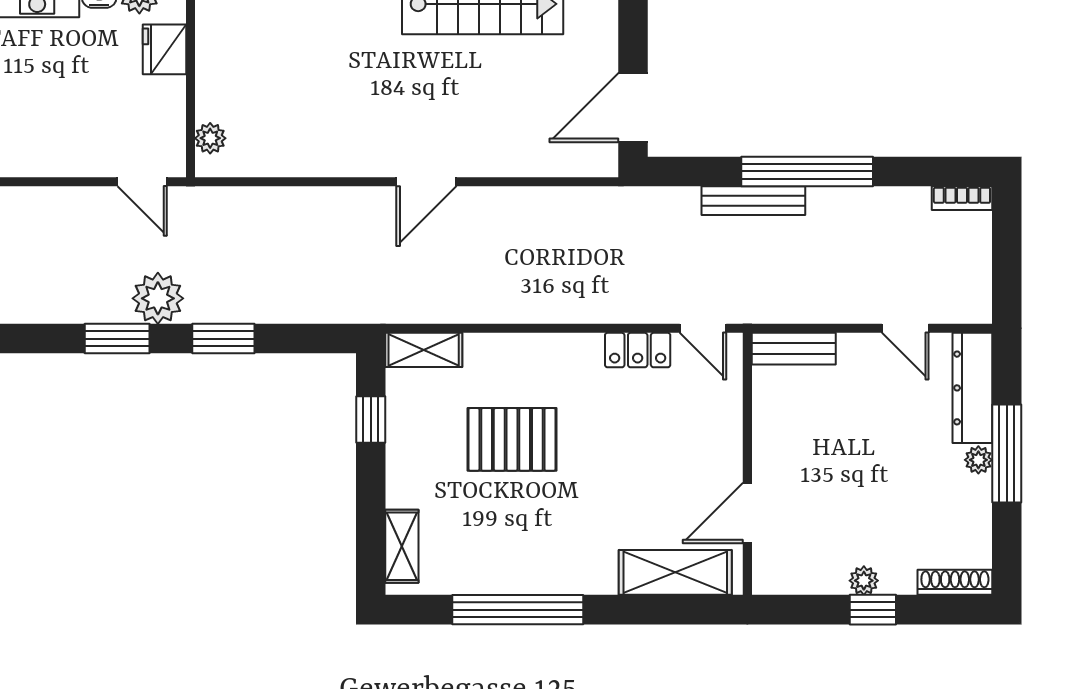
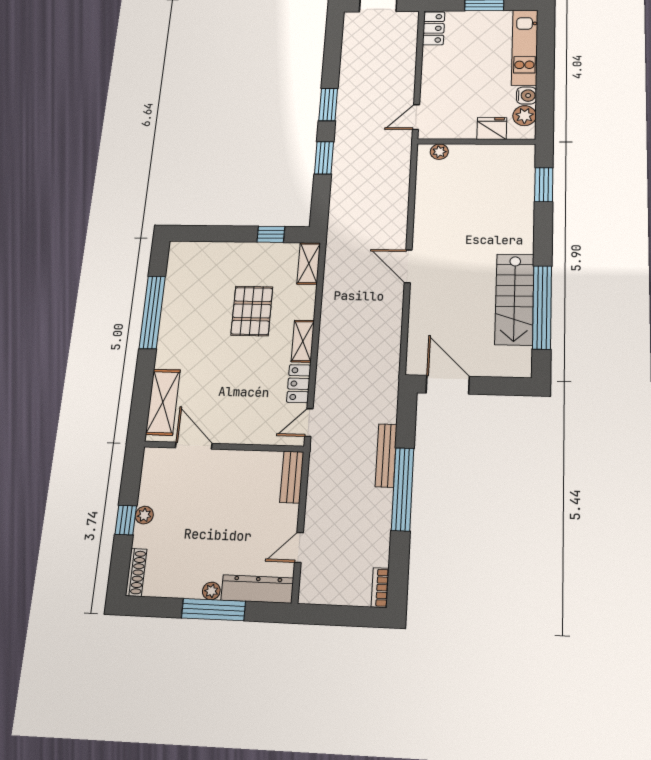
plant: (158, 298) -> (349, 125), removed
shelving: (402, 546) -> (303, 341), moved, turned 90

